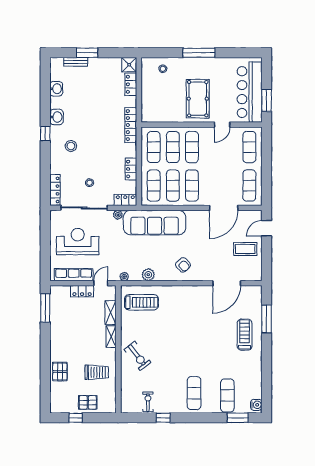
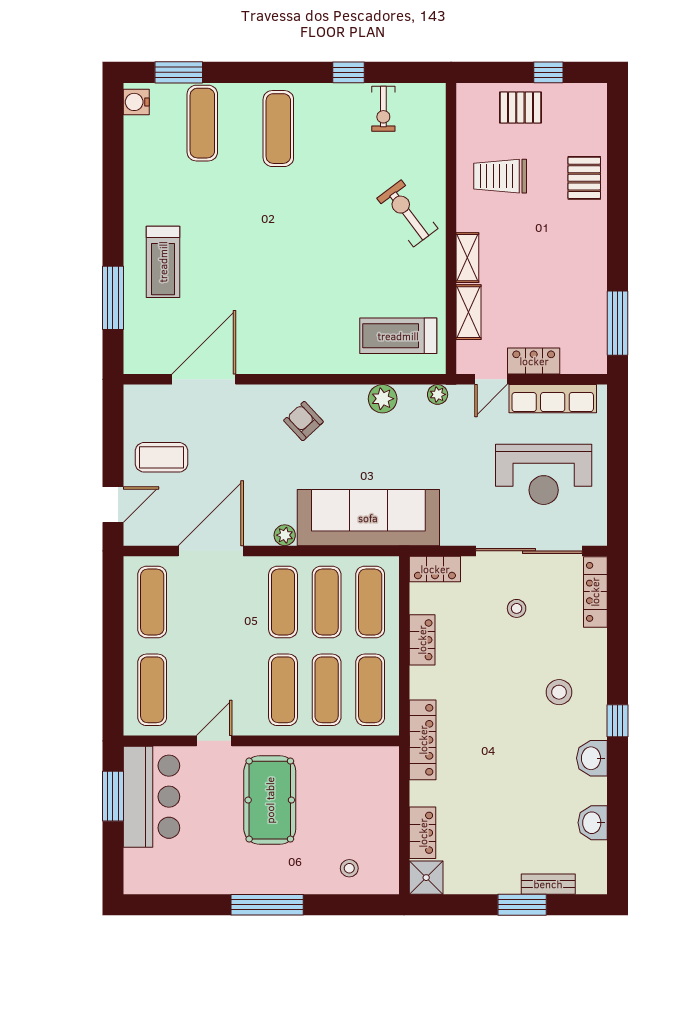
bar counter: (250, 92) -> (151, 797), width x0.73
plant: (118, 215) -> (285, 535), moved

